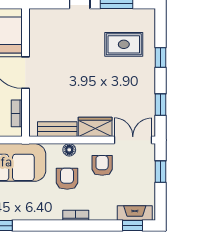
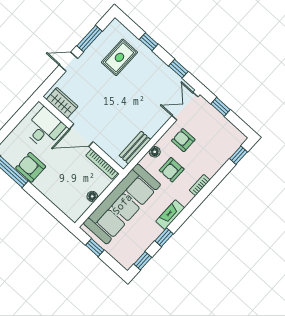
bookcase: (17, 113) -> (102, 164), width x1.56
wardrobe: (95, 127) -> (62, 103), moved, turned 90
armchair: (67, 179) -> (172, 170), turned -90
fireplace: (135, 213) -> (170, 215), moved

